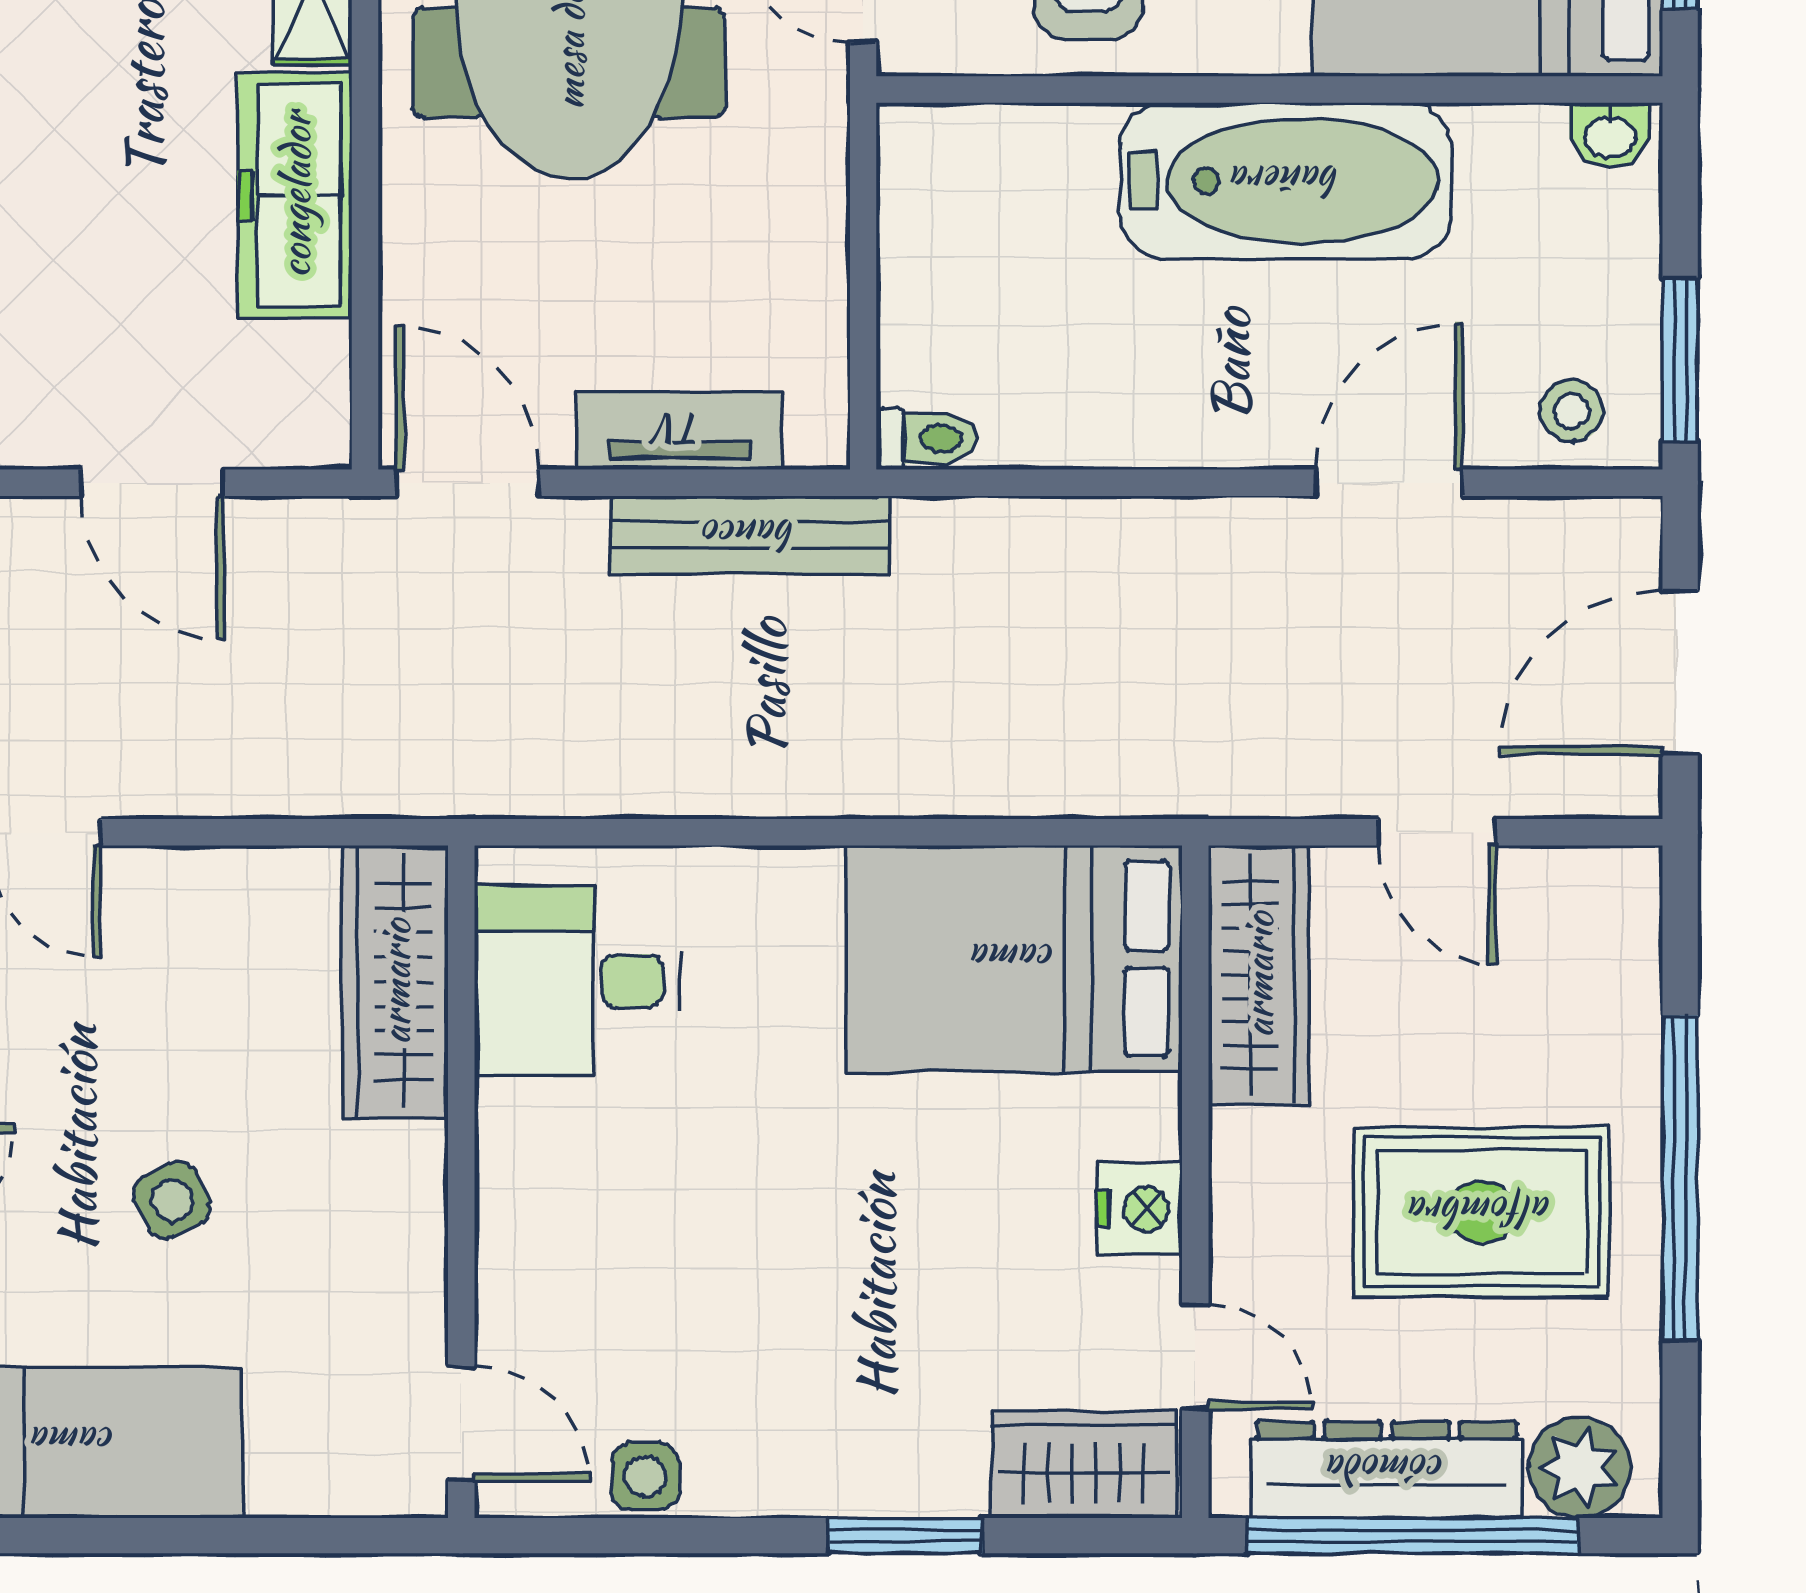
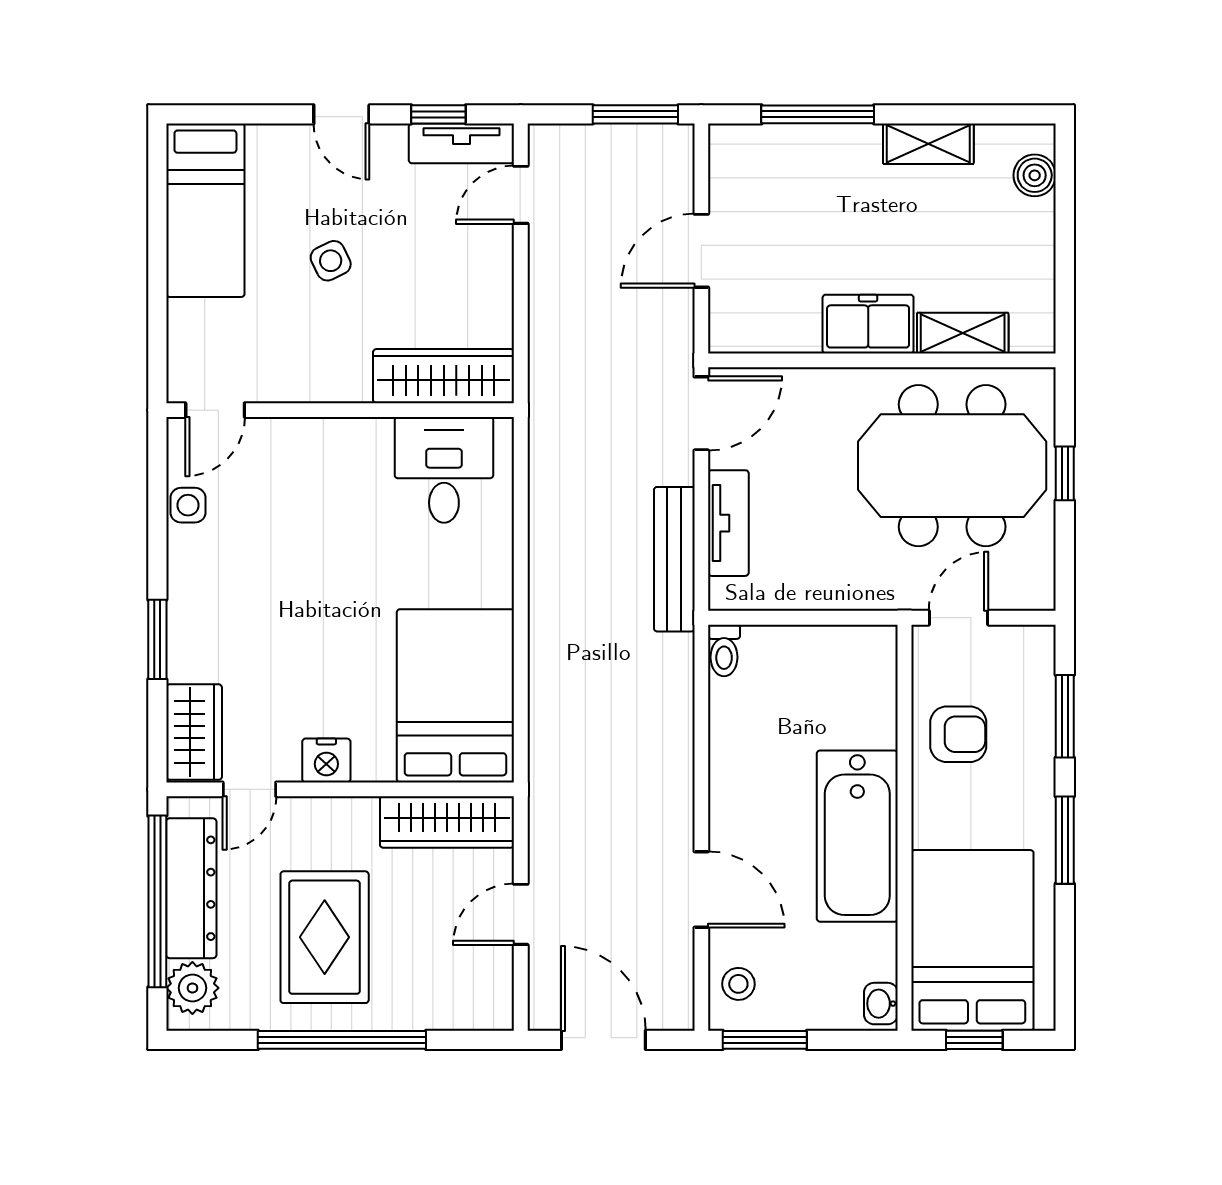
freezer: (295, 195) -> (868, 324), width x0.71

